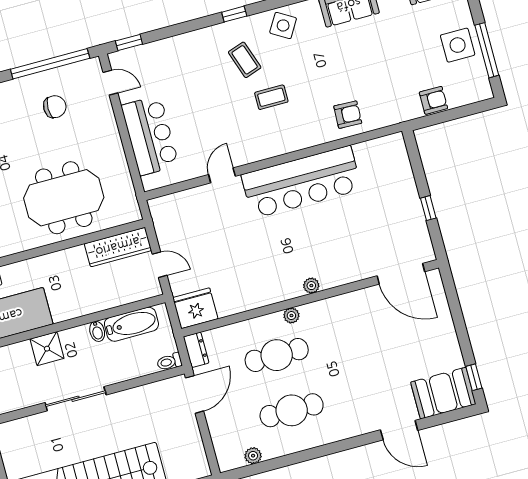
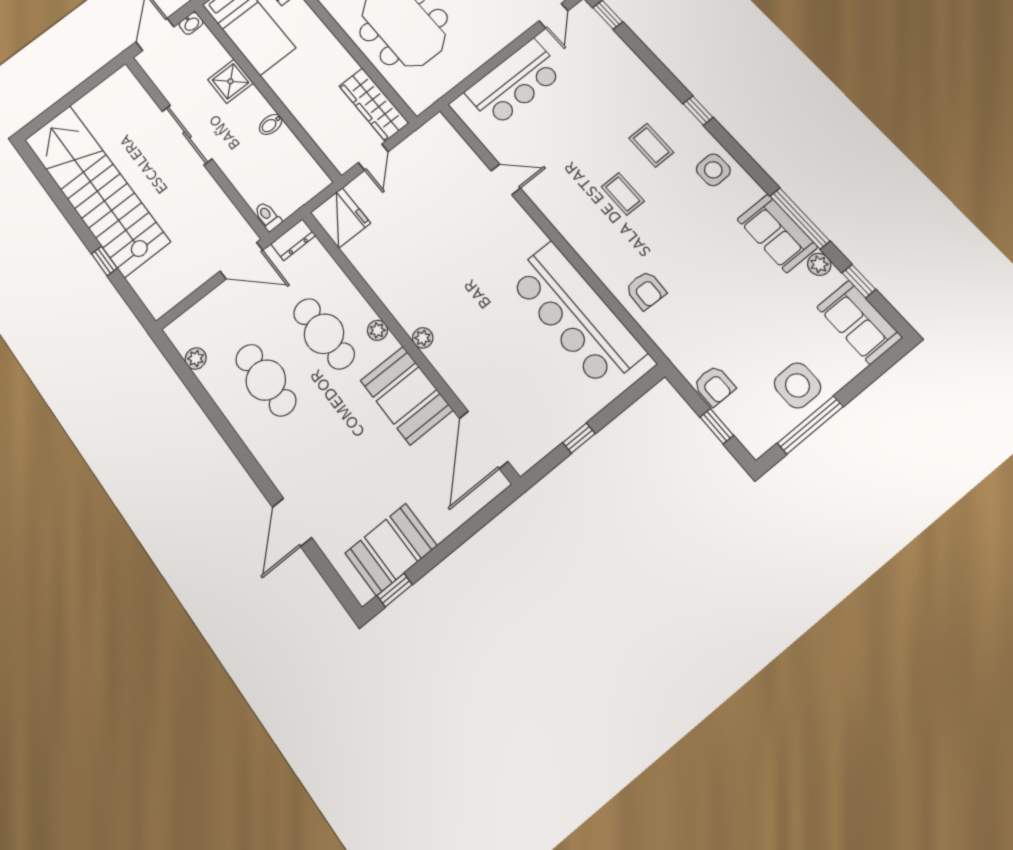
side table: (283, 25) -> (713, 170), turned -32
coffee table: (245, 60) -> (651, 145), turned -71
window: (461, 112) -> (717, 426), added
bar counter: (302, 182) -> (576, 315), moved
booth: (347, 314) -> (407, 395), added
bathtub: (131, 324) -> (294, 157), removed
booth: (443, 393) -> (391, 549), moved, turned 90

